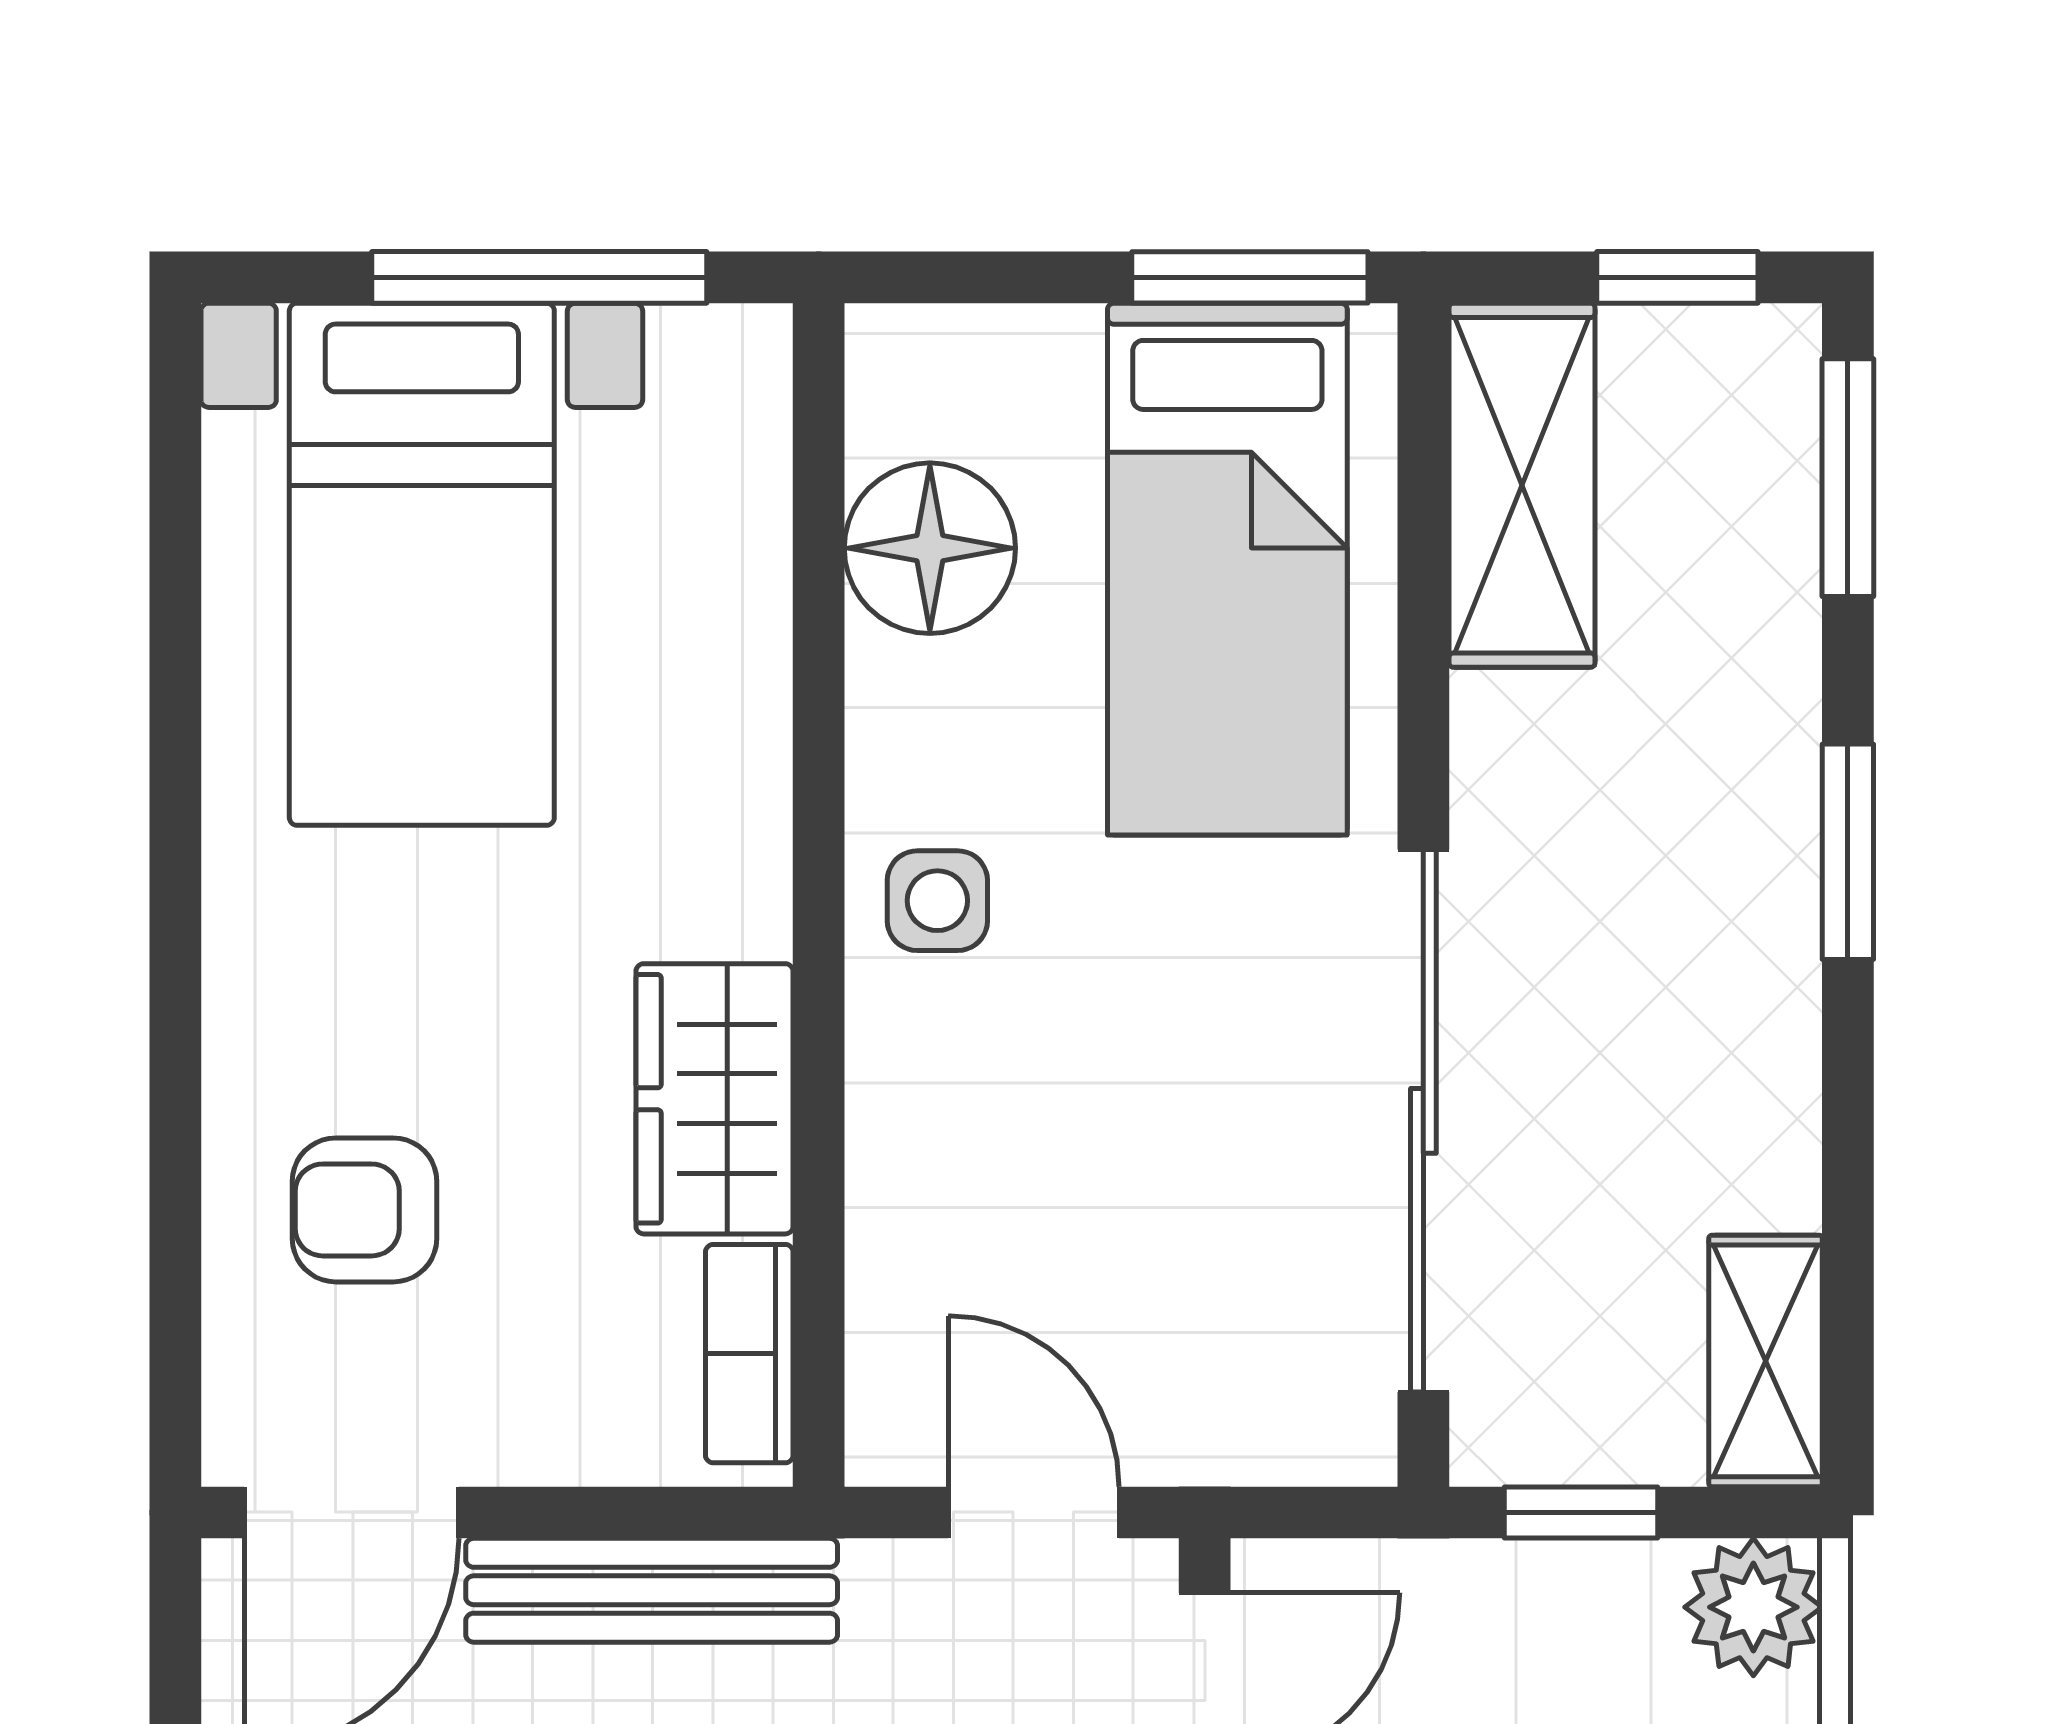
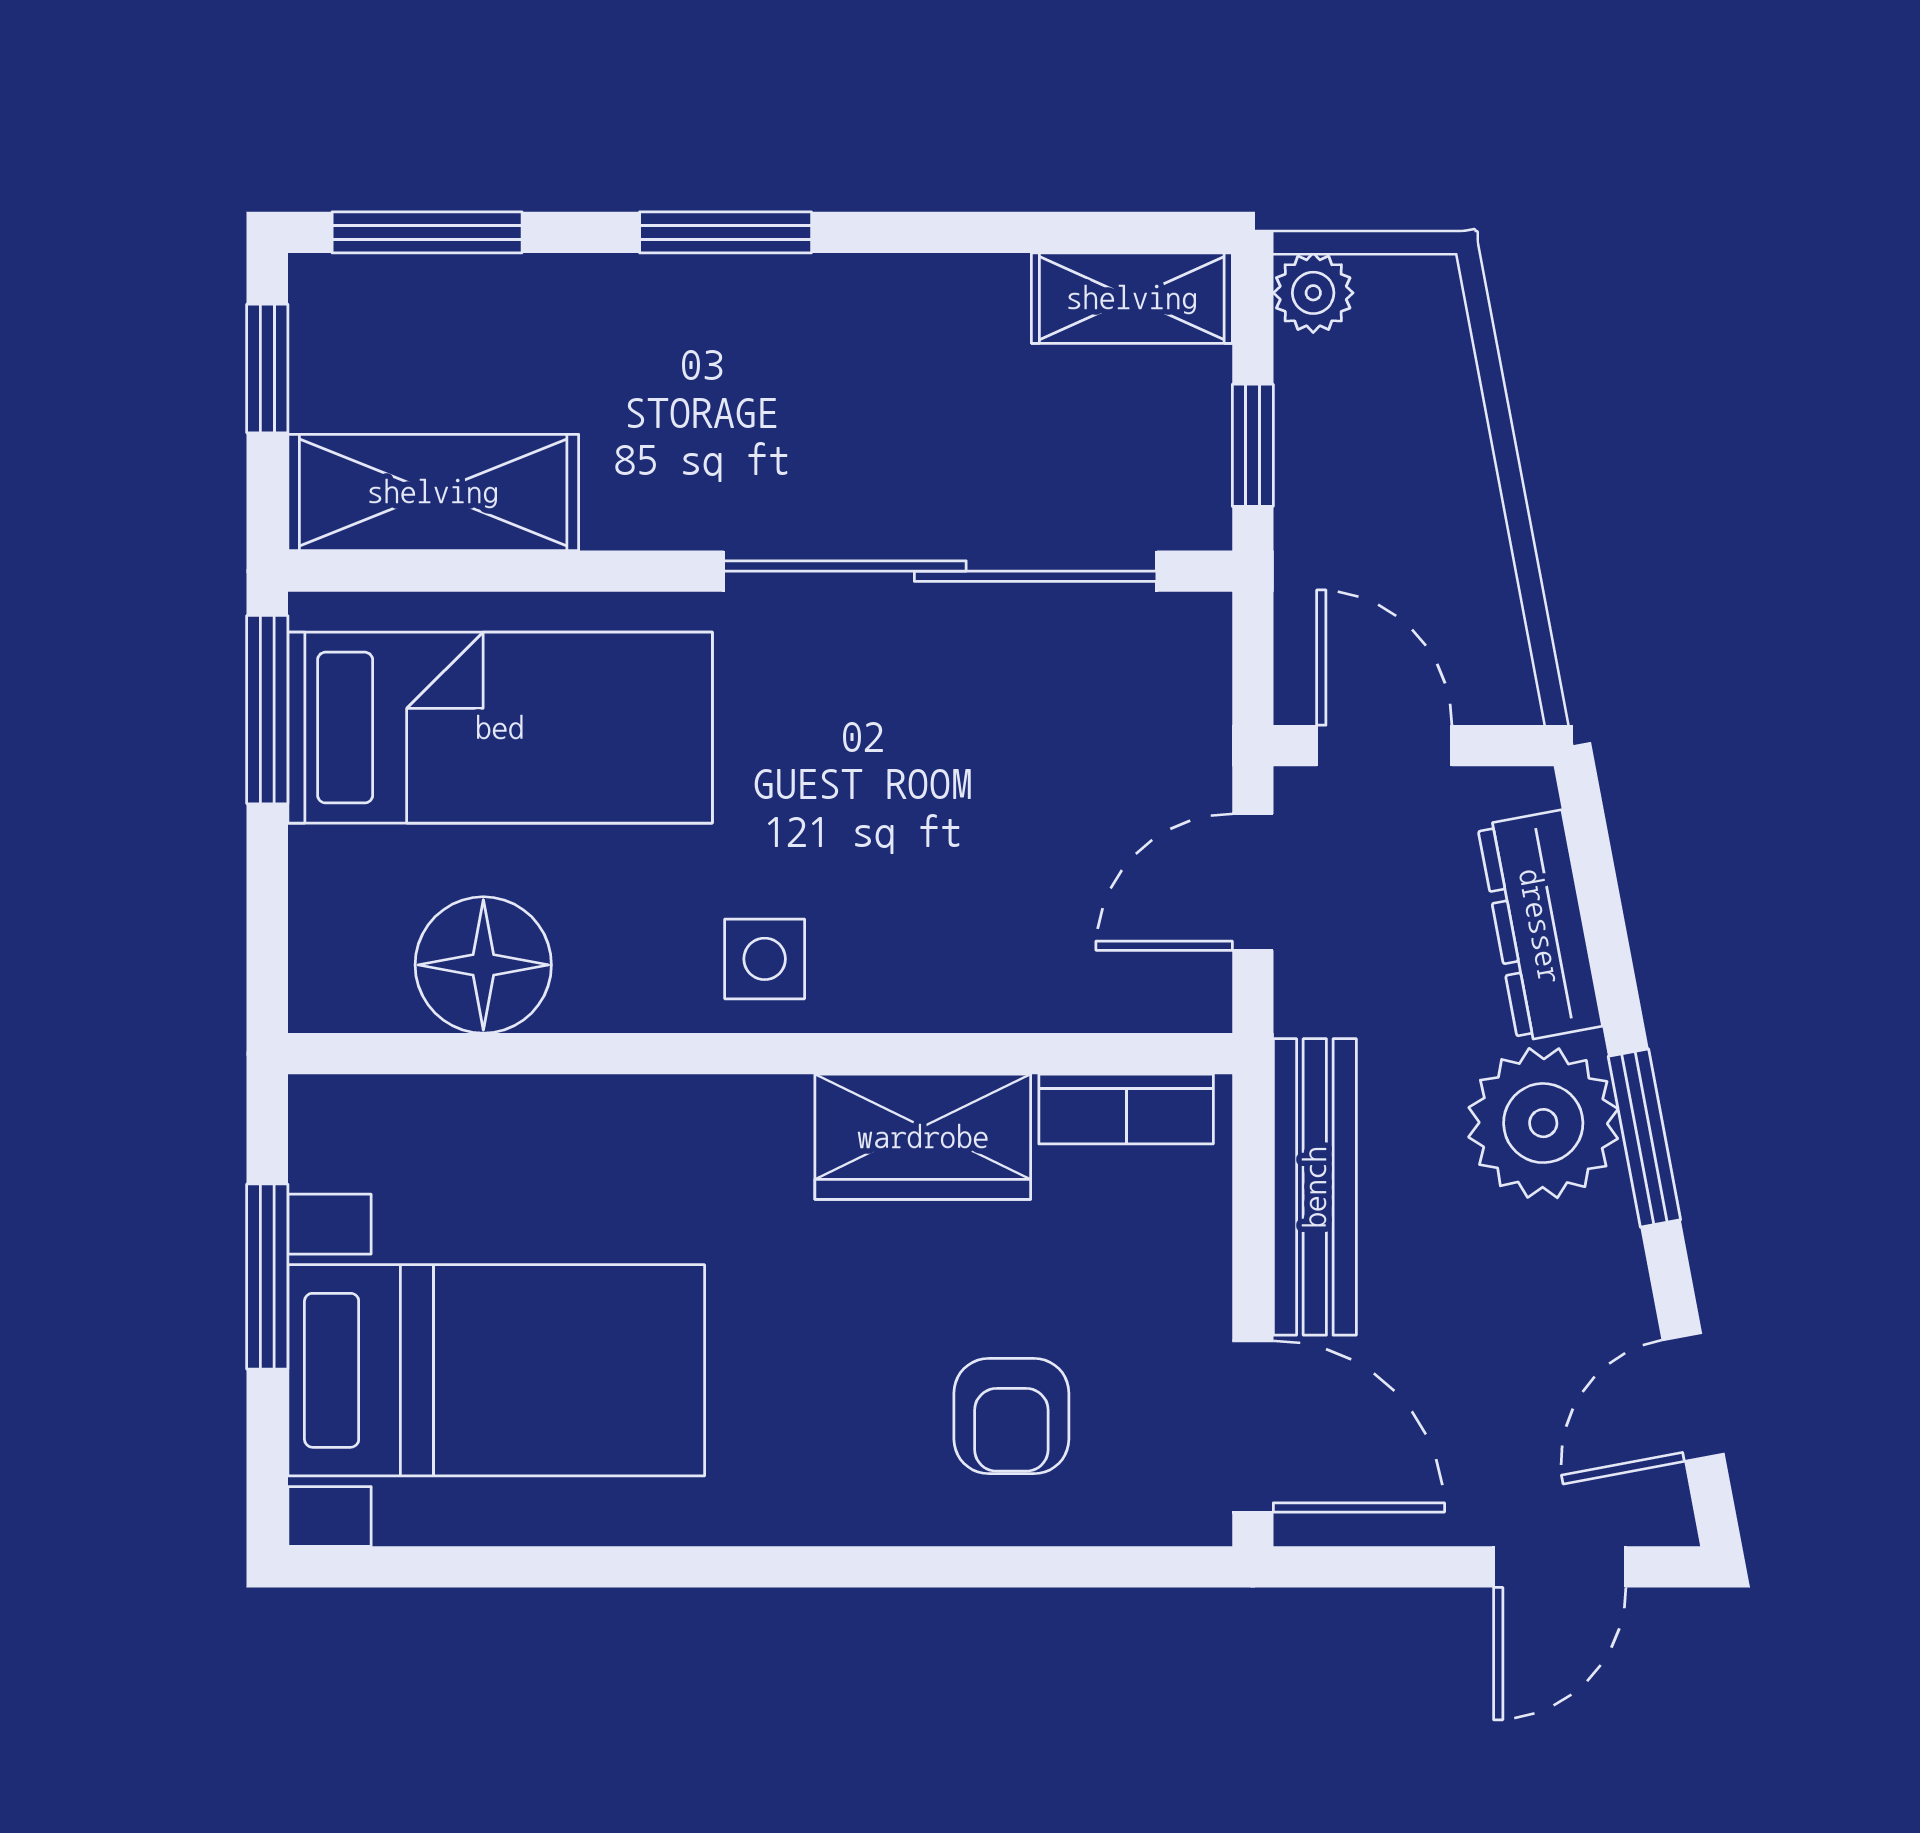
window: (539, 277) -> (267, 1277), width x0.69
plant: (1753, 1607) -> (1313, 293), width x0.73, depth x0.73

